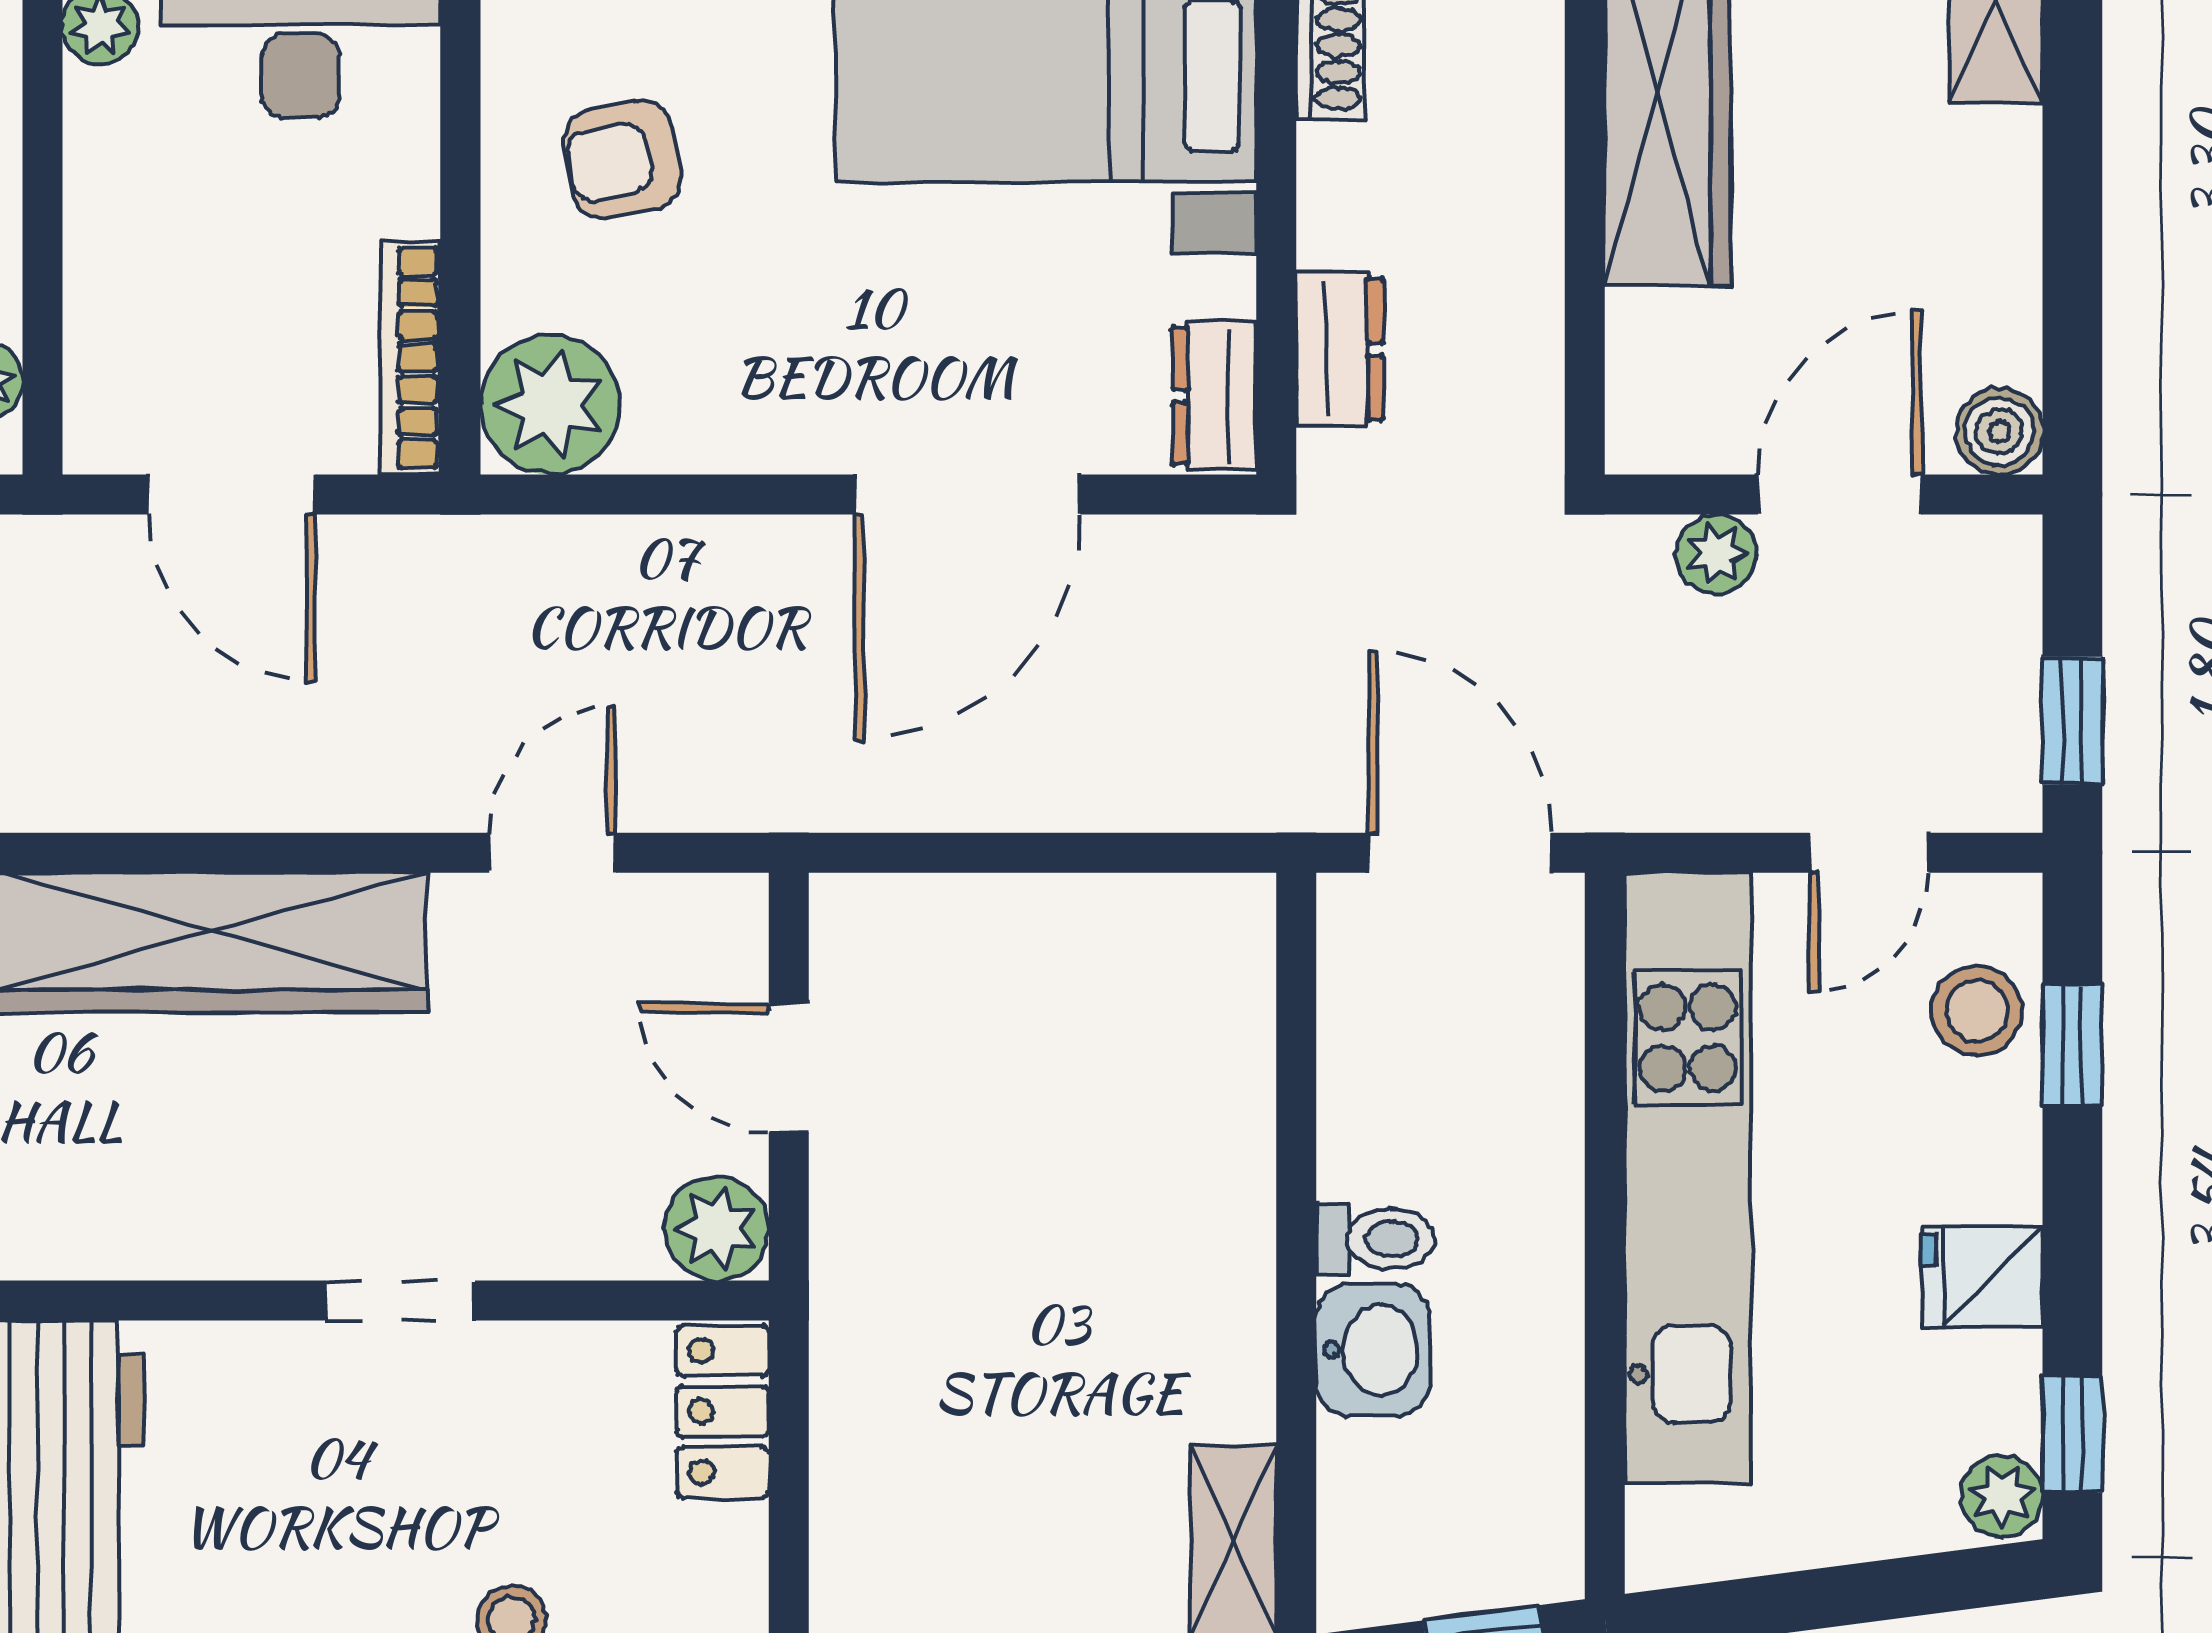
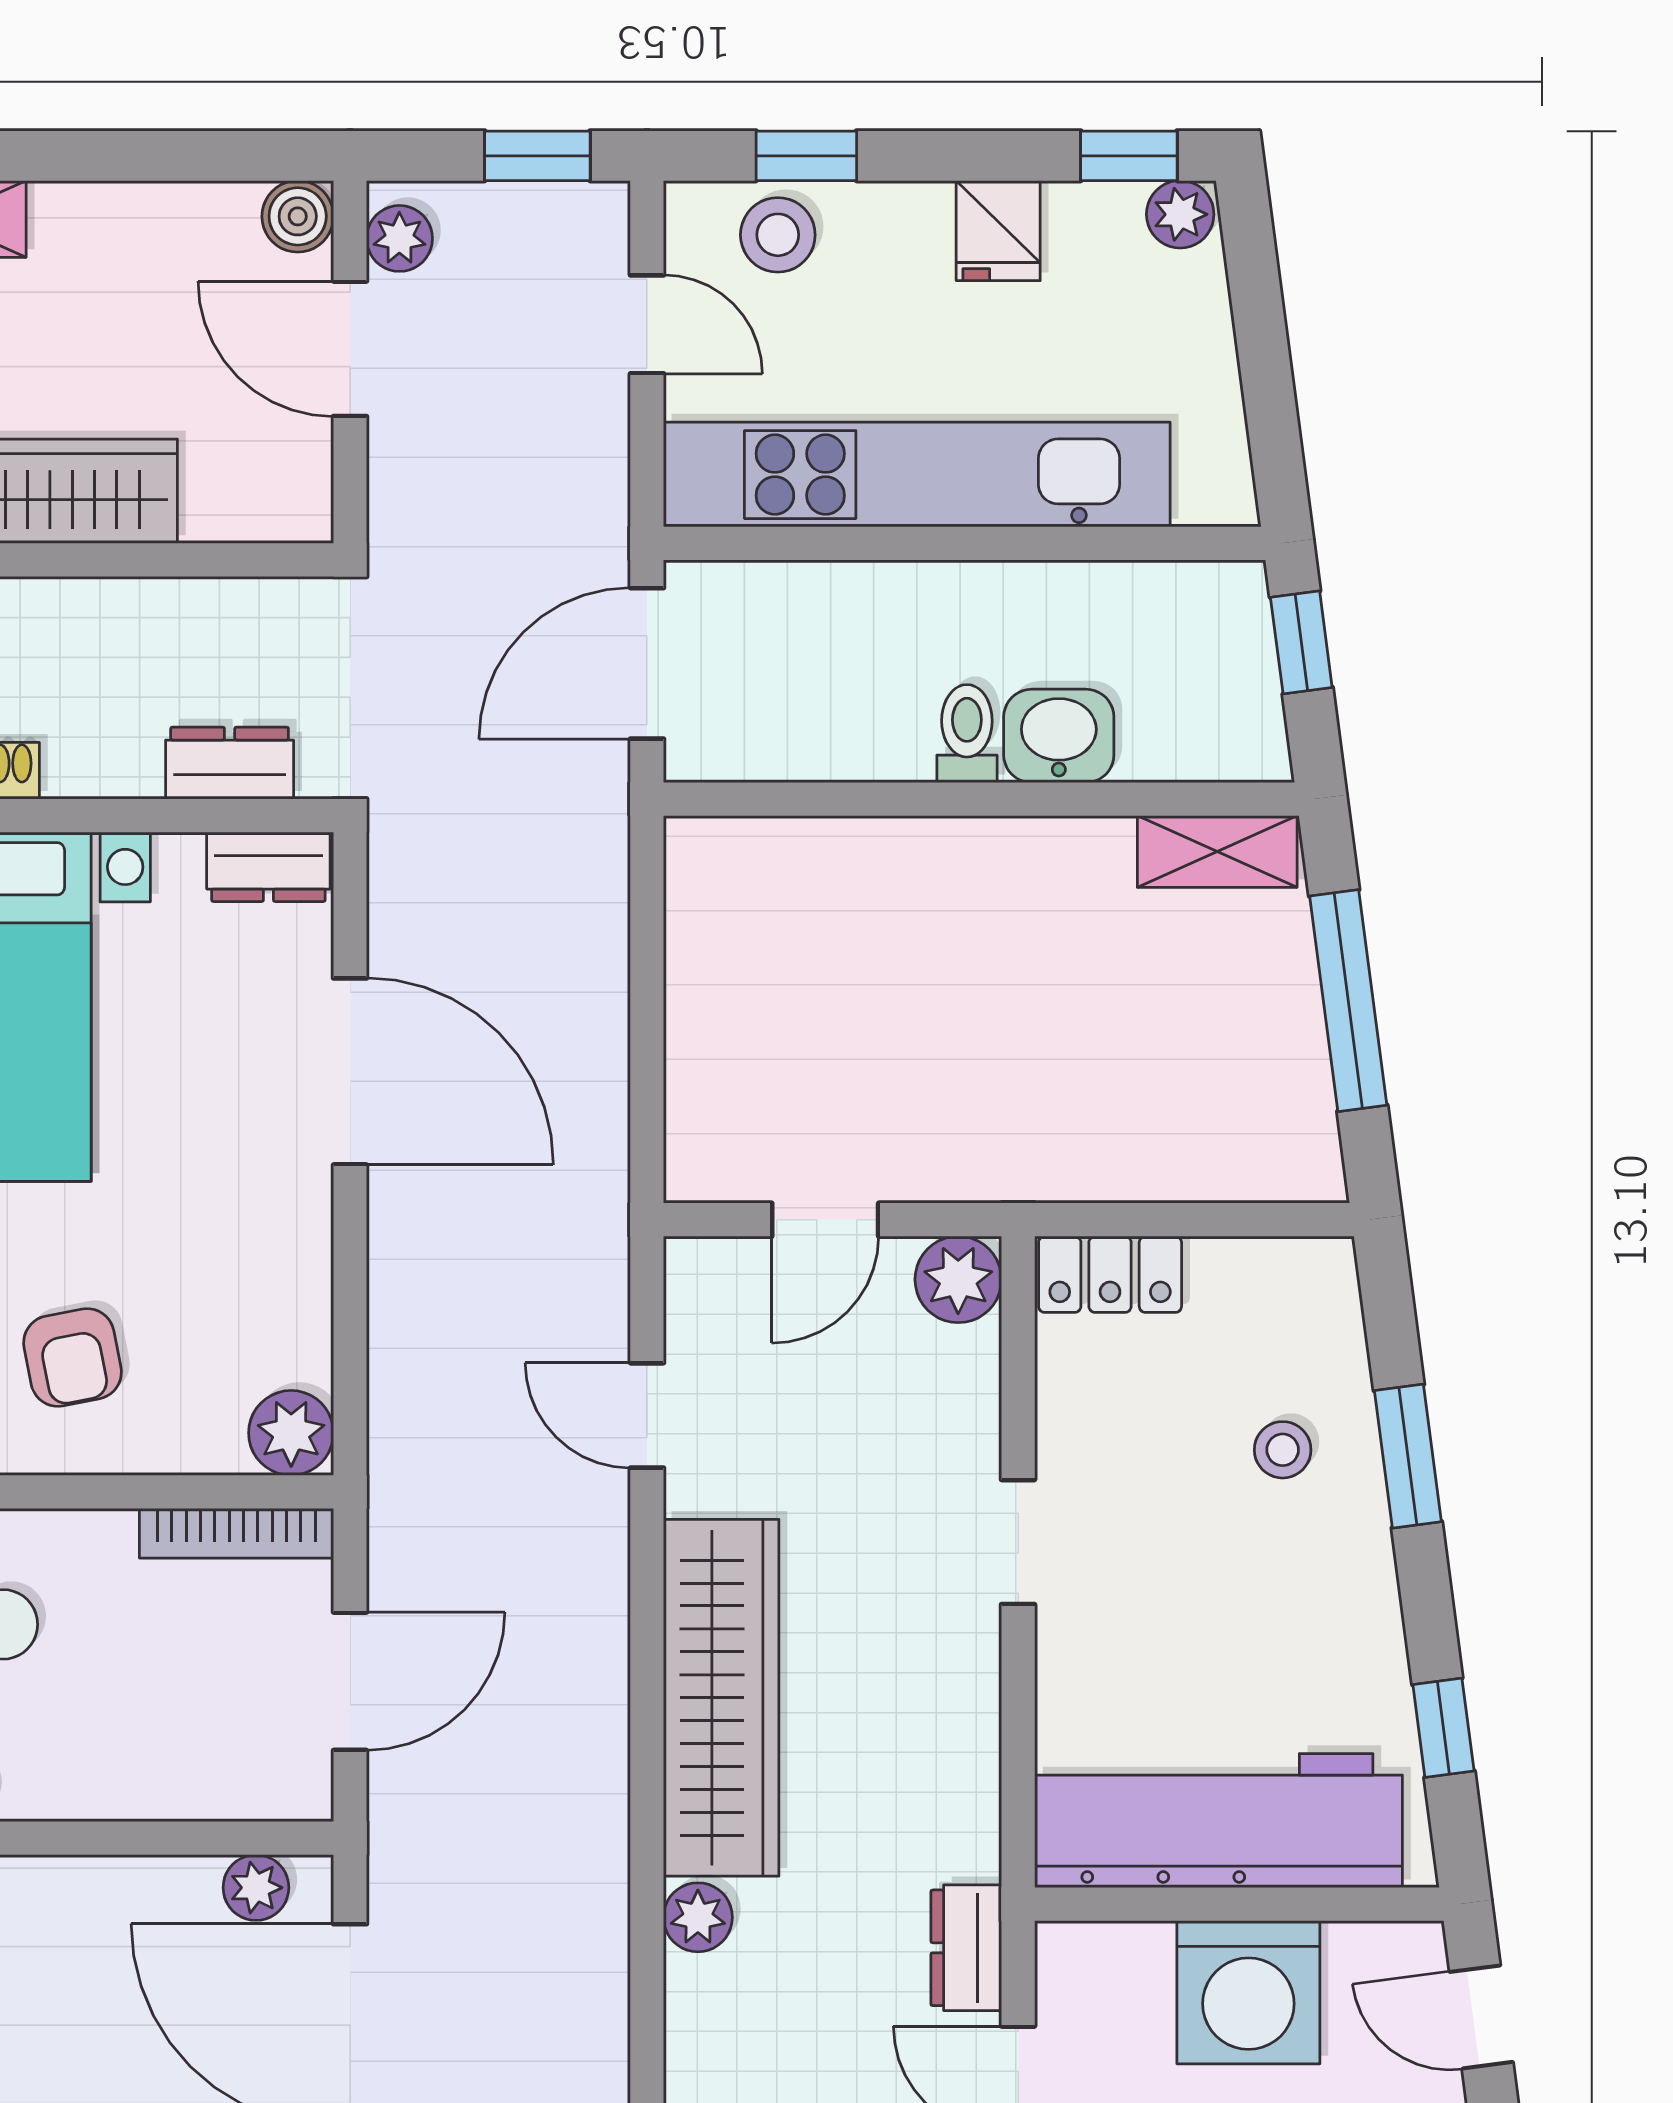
plant: (550, 405) -> (291, 1433), width x0.73, depth x0.73
plant: (1716, 554) -> (399, 238), moved

